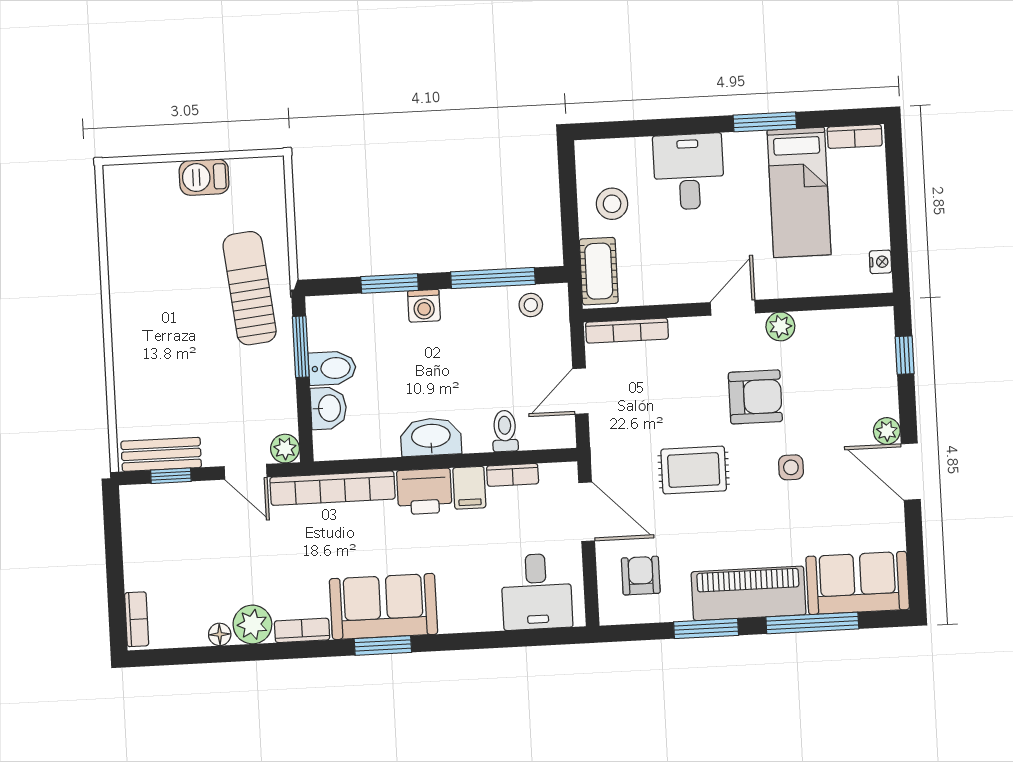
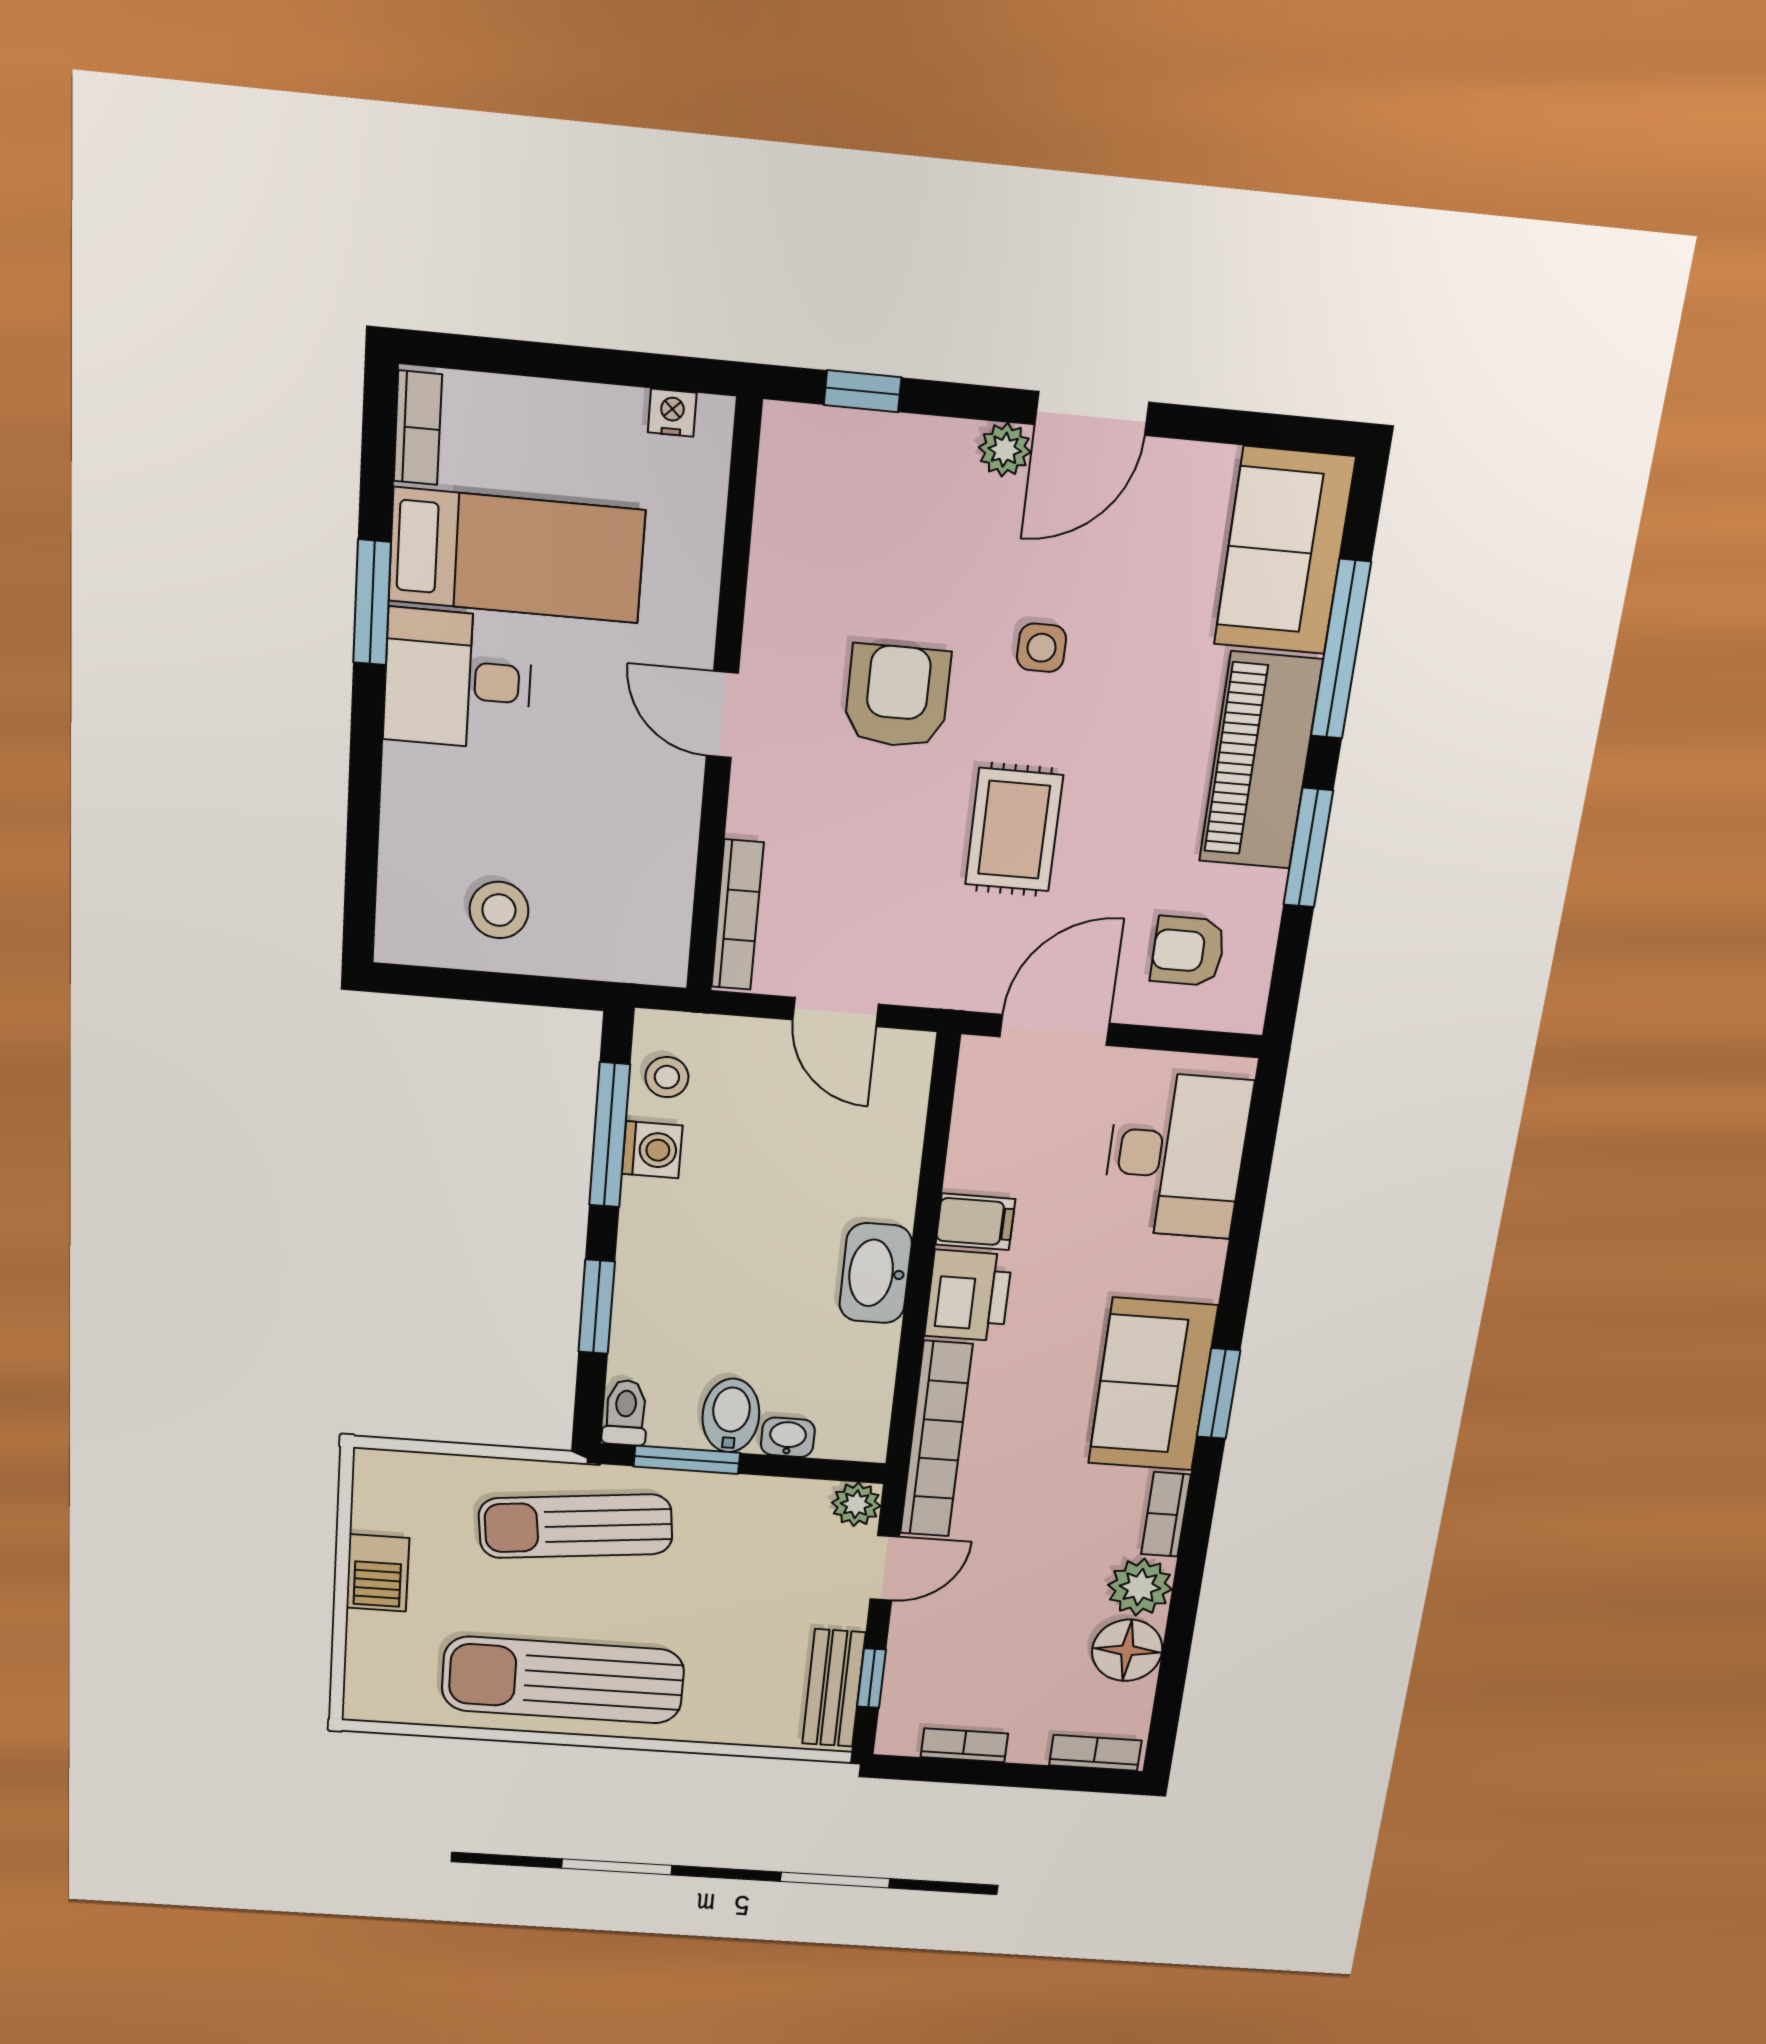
desk: (689, 172) -> (458, 680), moved
cot: (599, 271) -> (621, 951), removed
sun lounger: (146, 293) -> (563, 1680), added
washing machine: (424, 306) -> (652, 1150), moved
plant: (780, 326) -> (771, 629), removed
washbasin: (328, 408) -> (788, 1437), width x0.72, depth x0.69
toilet: (505, 431) -> (625, 1413), moved, turned 90
bookcase: (513, 475) -> (964, 1745), moved, turned -90
desk: (537, 592) -> (1176, 1155), width x1.37
floor lamp: (220, 634) -> (1127, 1650), width x1.89, depth x1.89

